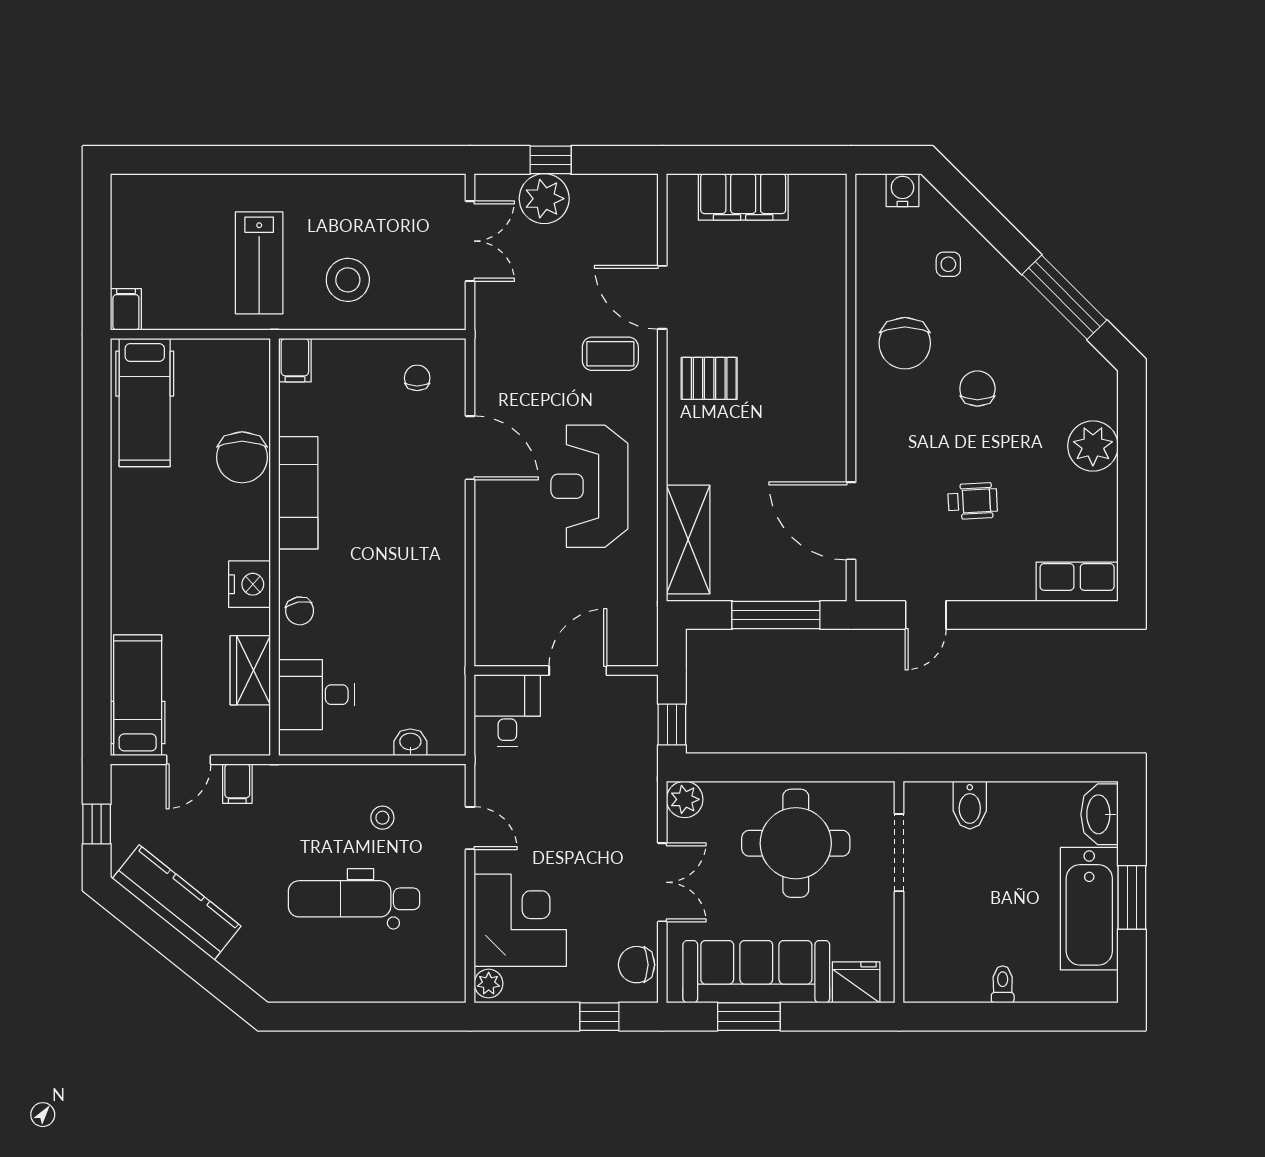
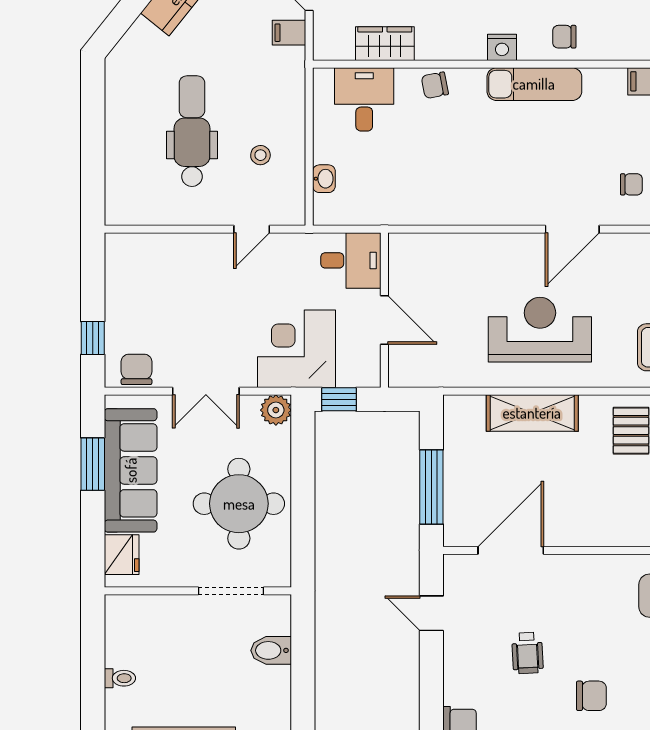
chair: (977, 389) -> (591, 696), moved
chair: (242, 457) -> (564, 37), width x0.54, depth x0.54
shelving: (688, 540) -> (532, 413), moved
nightstand: (249, 584) -> (502, 47), moved, width x0.74, depth x0.75
corner desk: (520, 920) -> (297, 349), moved, turned 180
plant: (489, 984) -> (121, 245), removed

